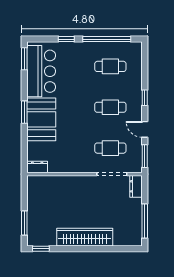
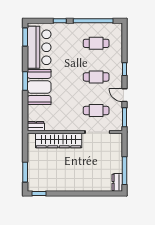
dresser: (136, 186) -> (117, 182), moved
wardrobe: (85, 237) -> (59, 141), moved, turned 180

